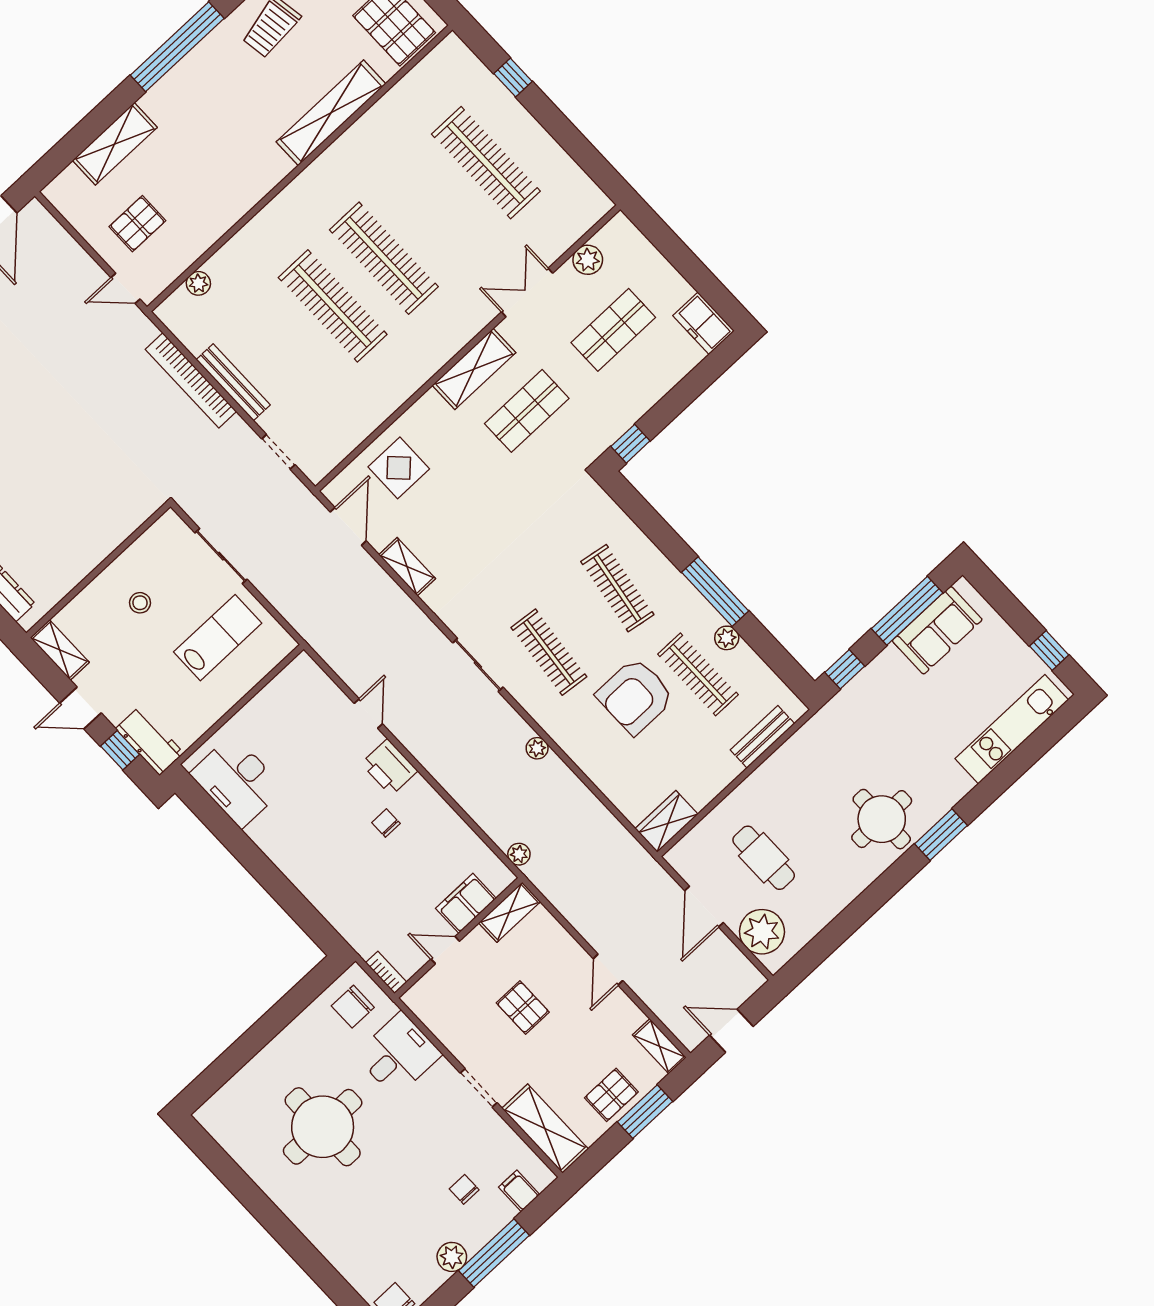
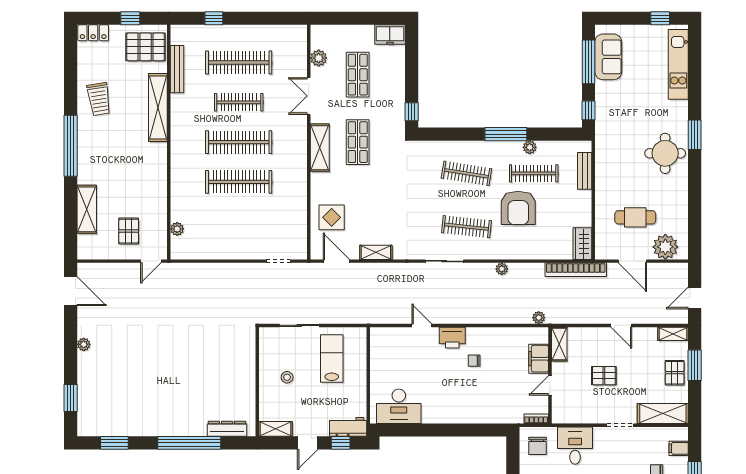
clothes rail: (435, 210) -> (239, 102), added
bookcase: (191, 380) -> (576, 270), moved
bench: (233, 382) -> (177, 69), moved, turned 90

